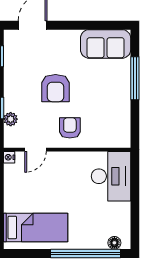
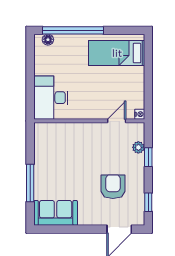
armchair: (55, 88) -> (113, 187), moved
armchair: (70, 128) -> (87, 140), removed

